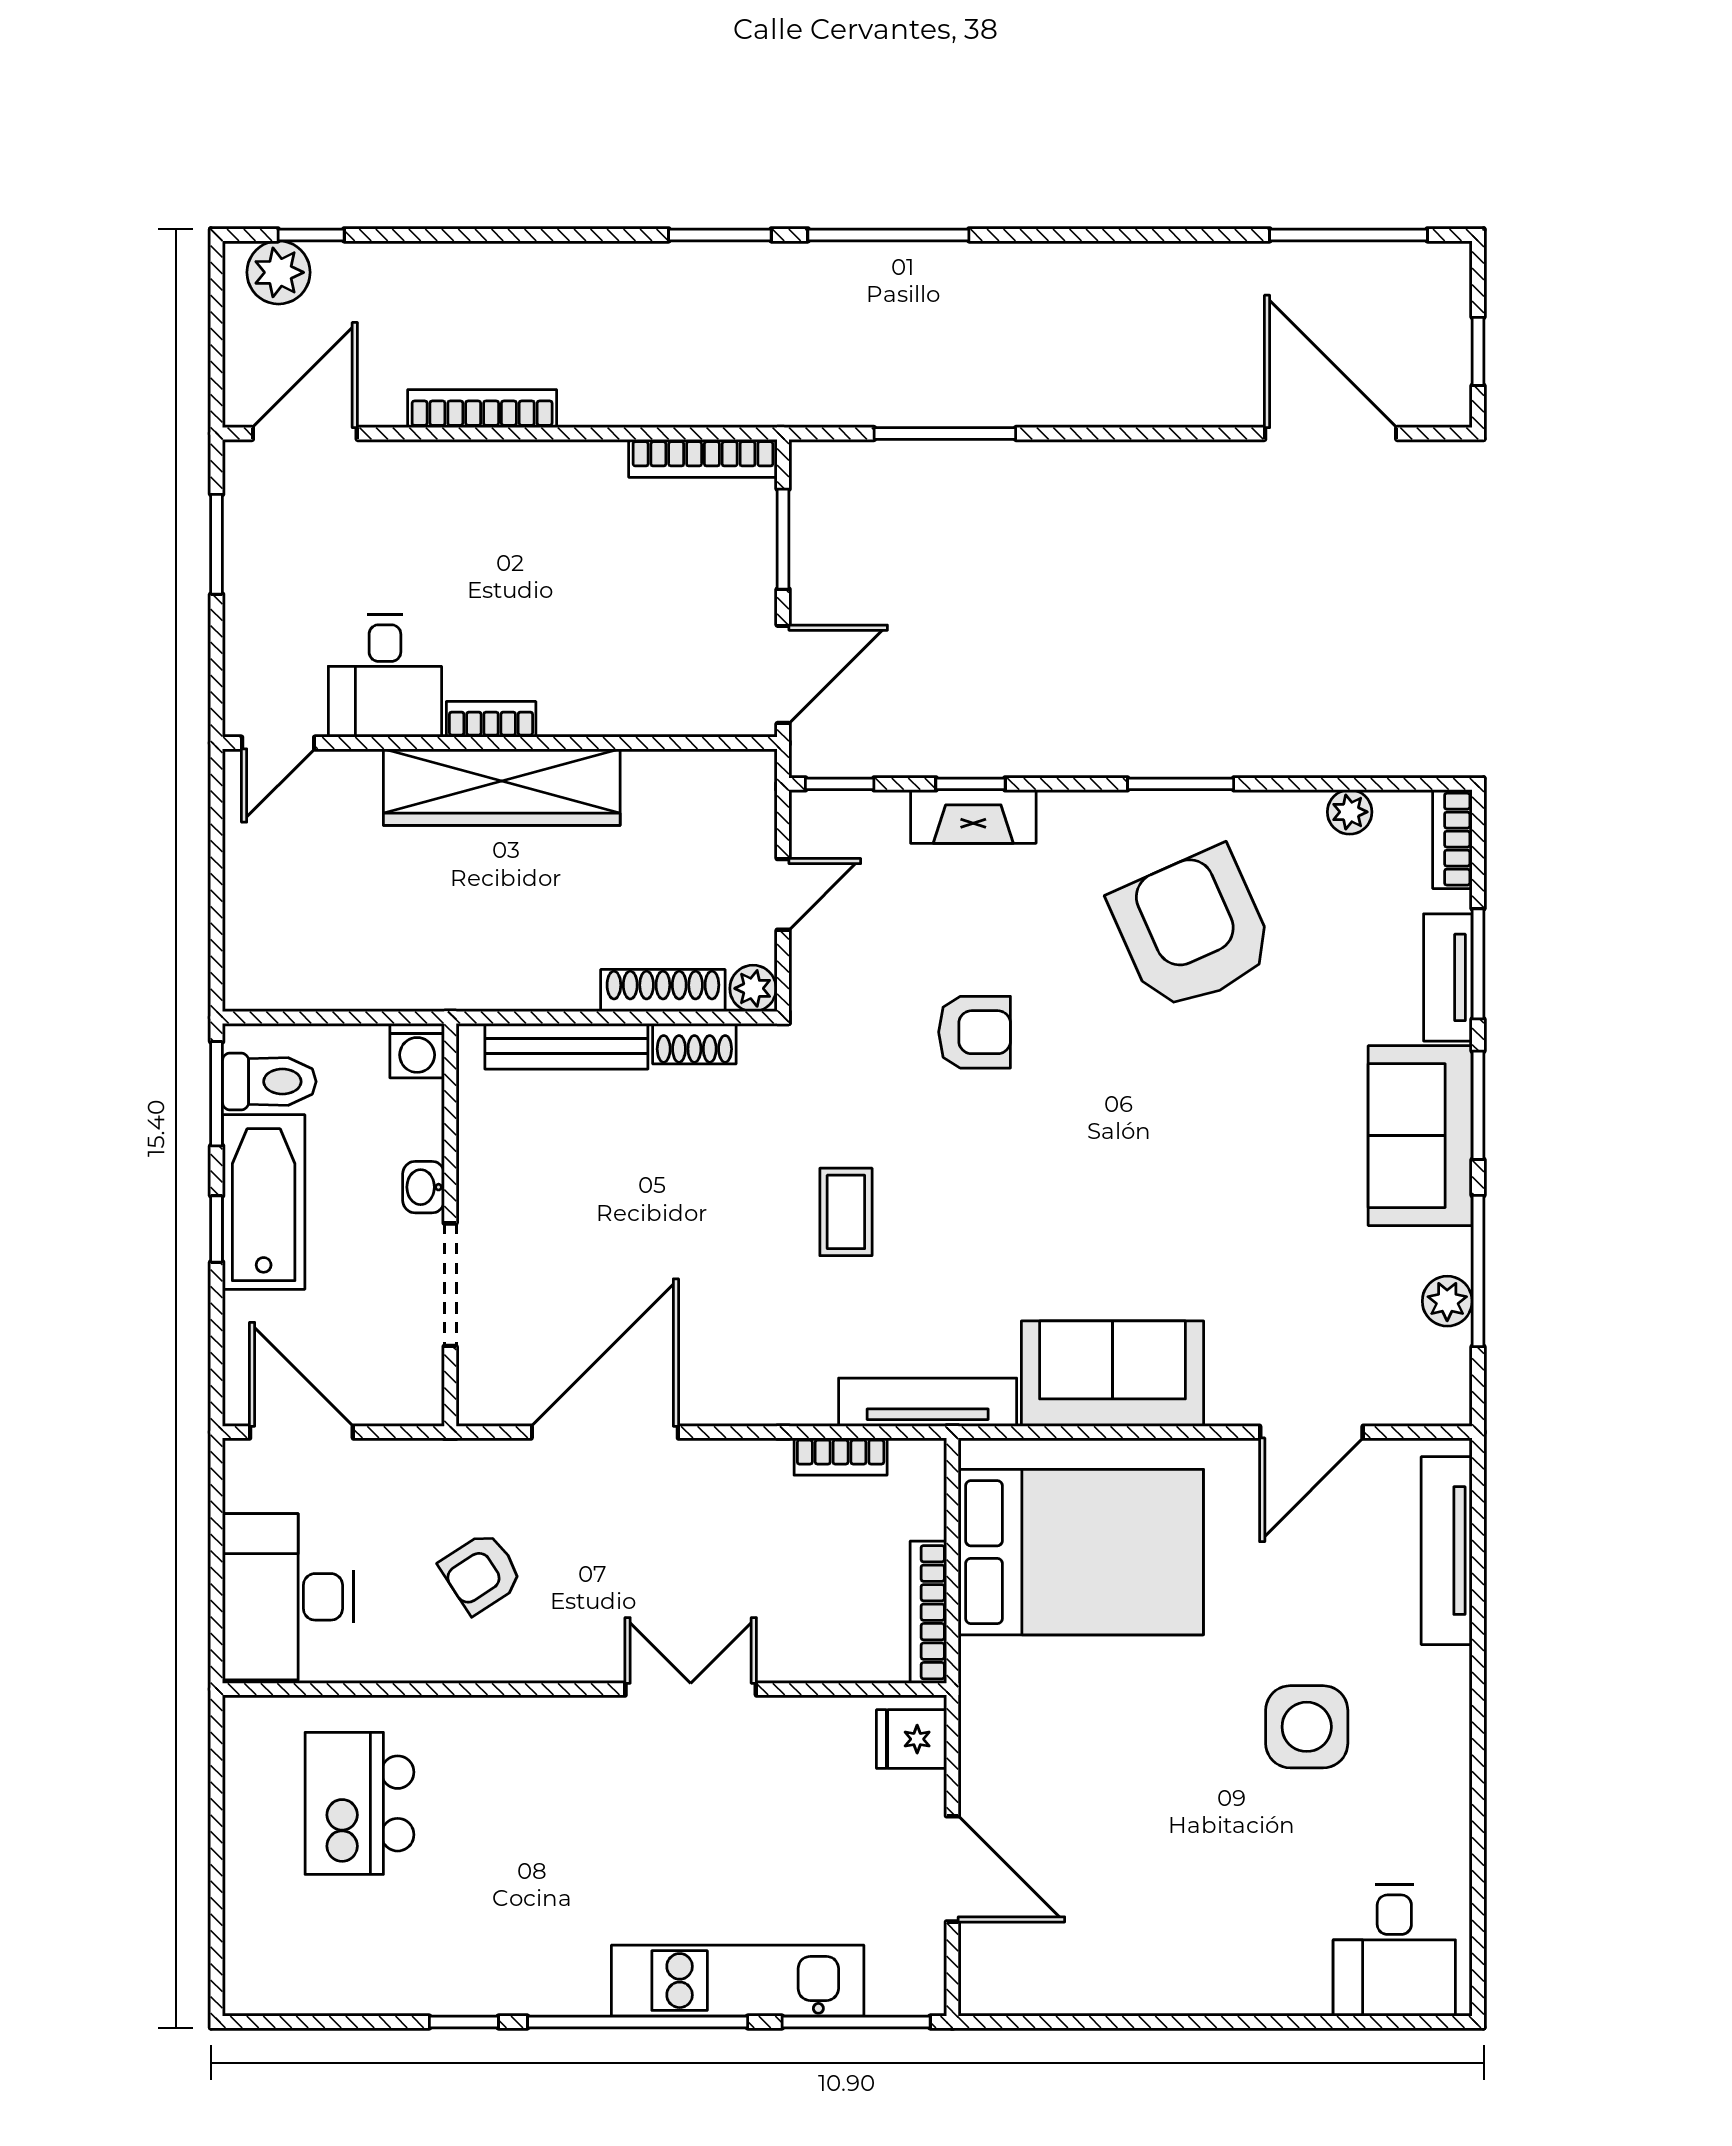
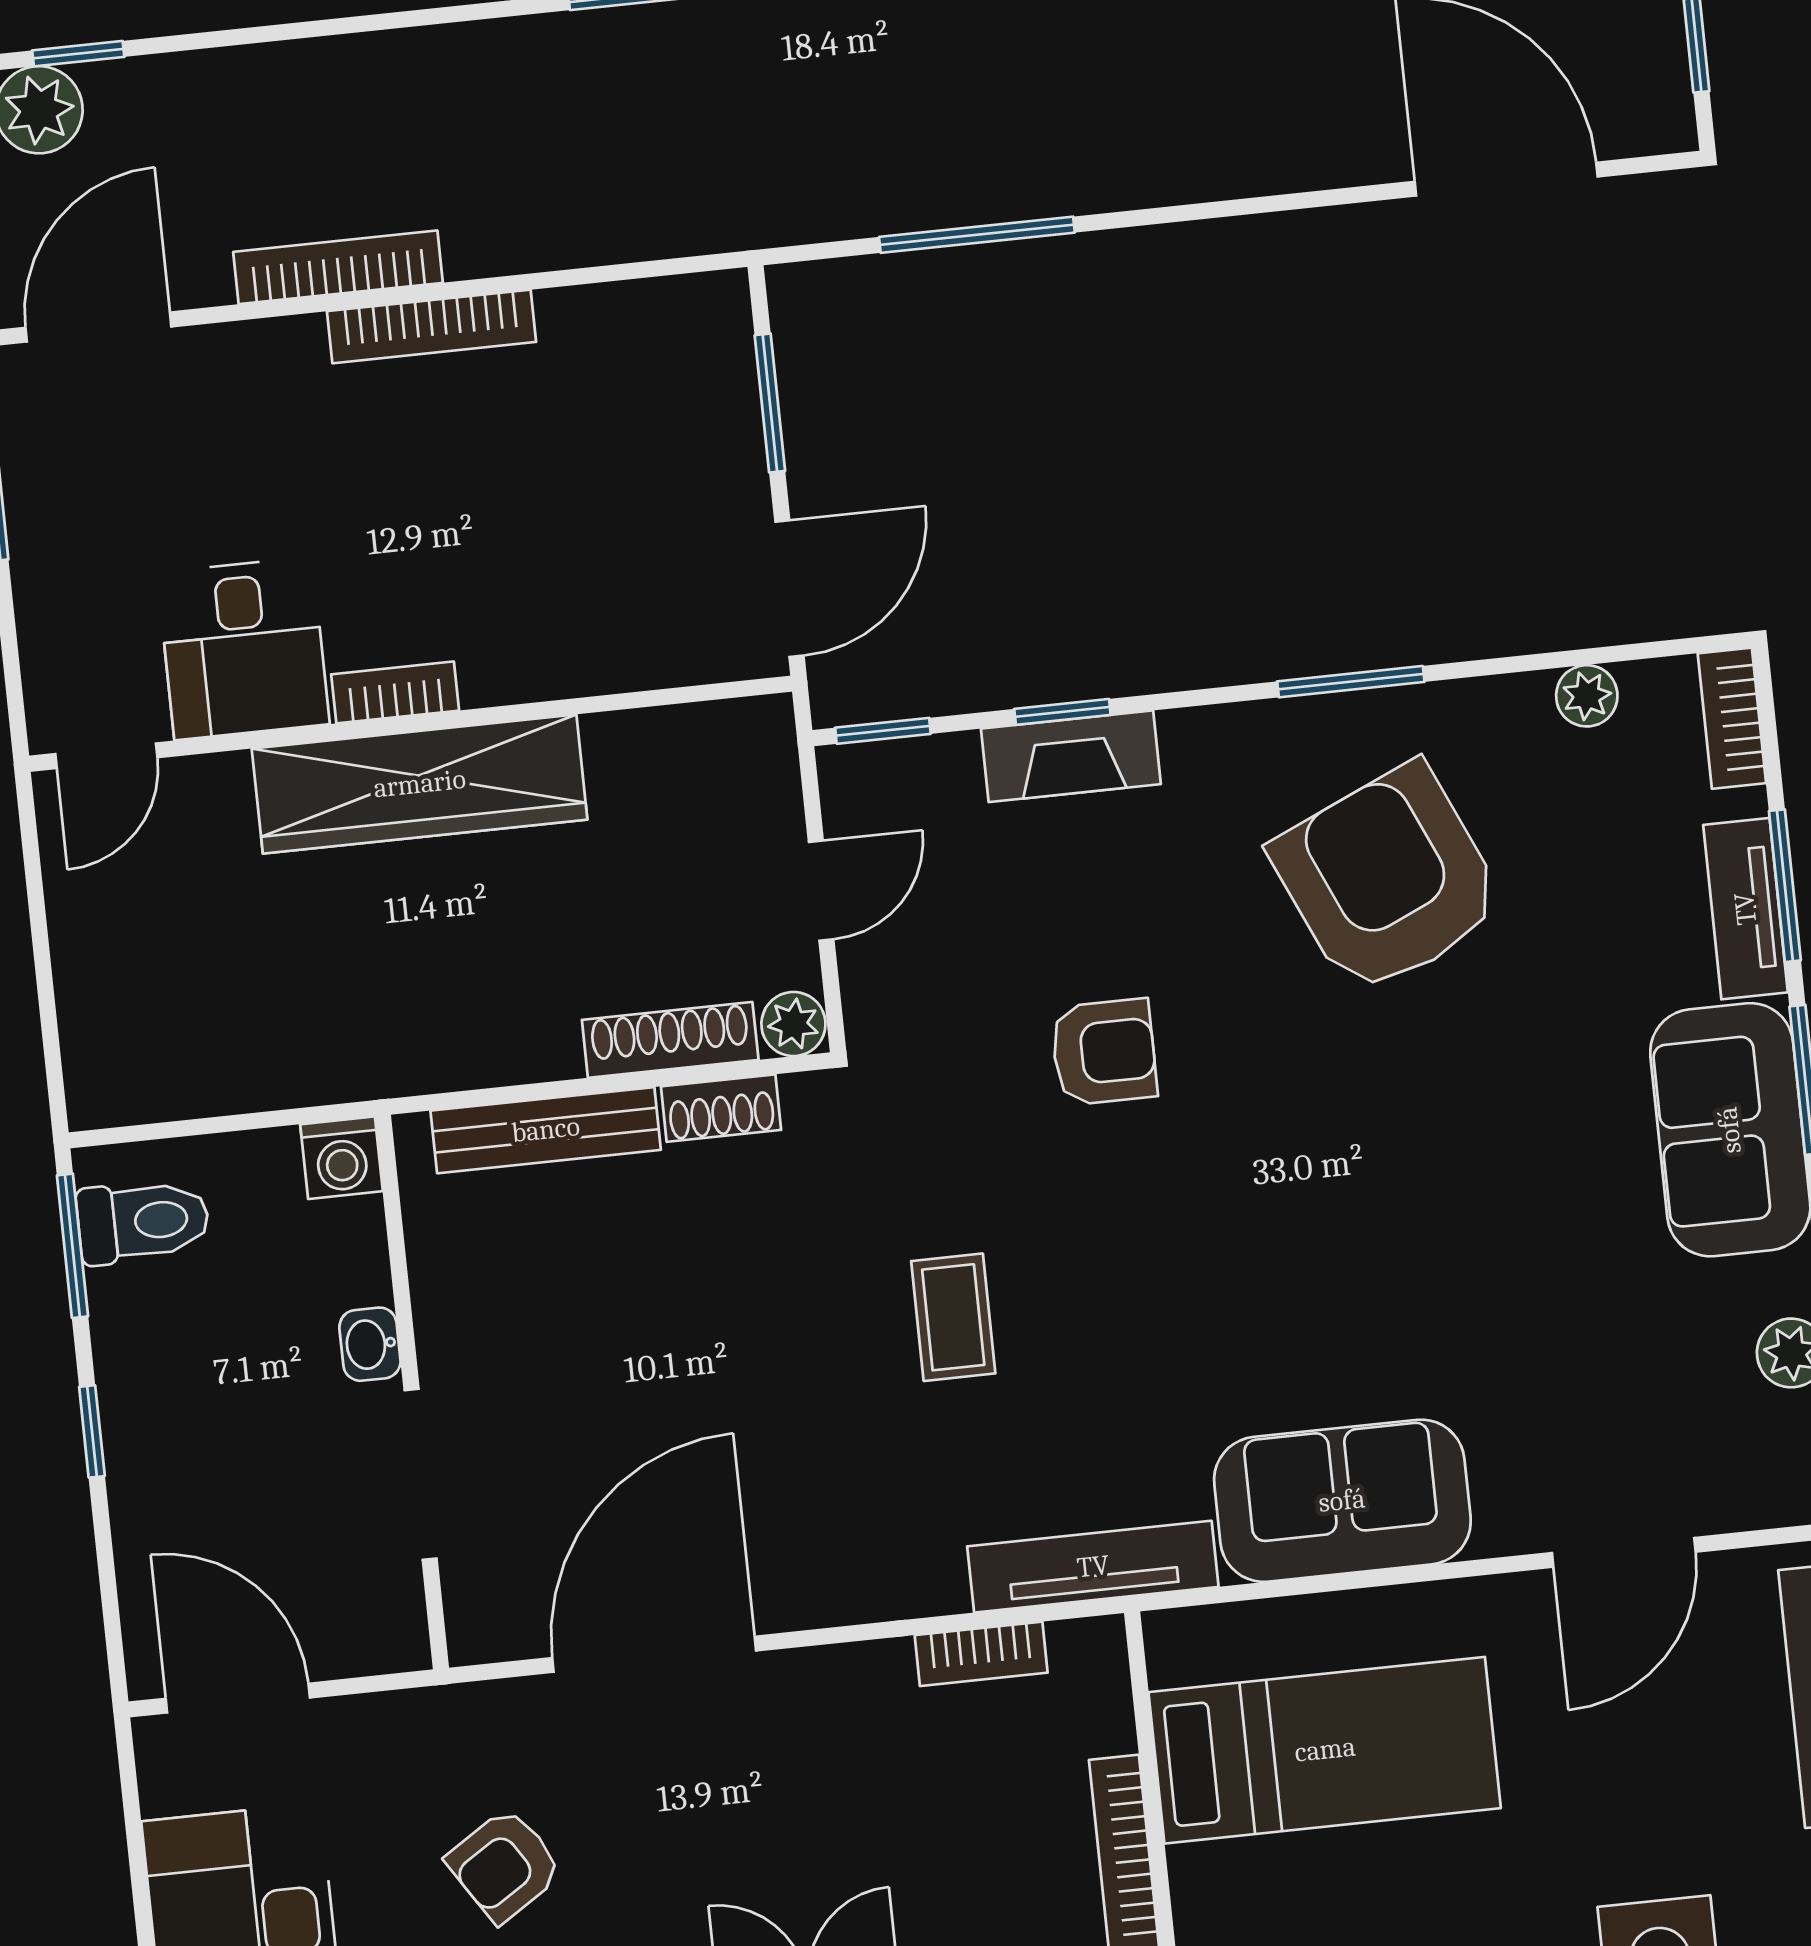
bookcase: (703, 458) -> (432, 327), moved
bathtub: (264, 1202) -> (153, 1388), removed
bed: (1081, 1552) -> (1325, 1750), width x0.67

